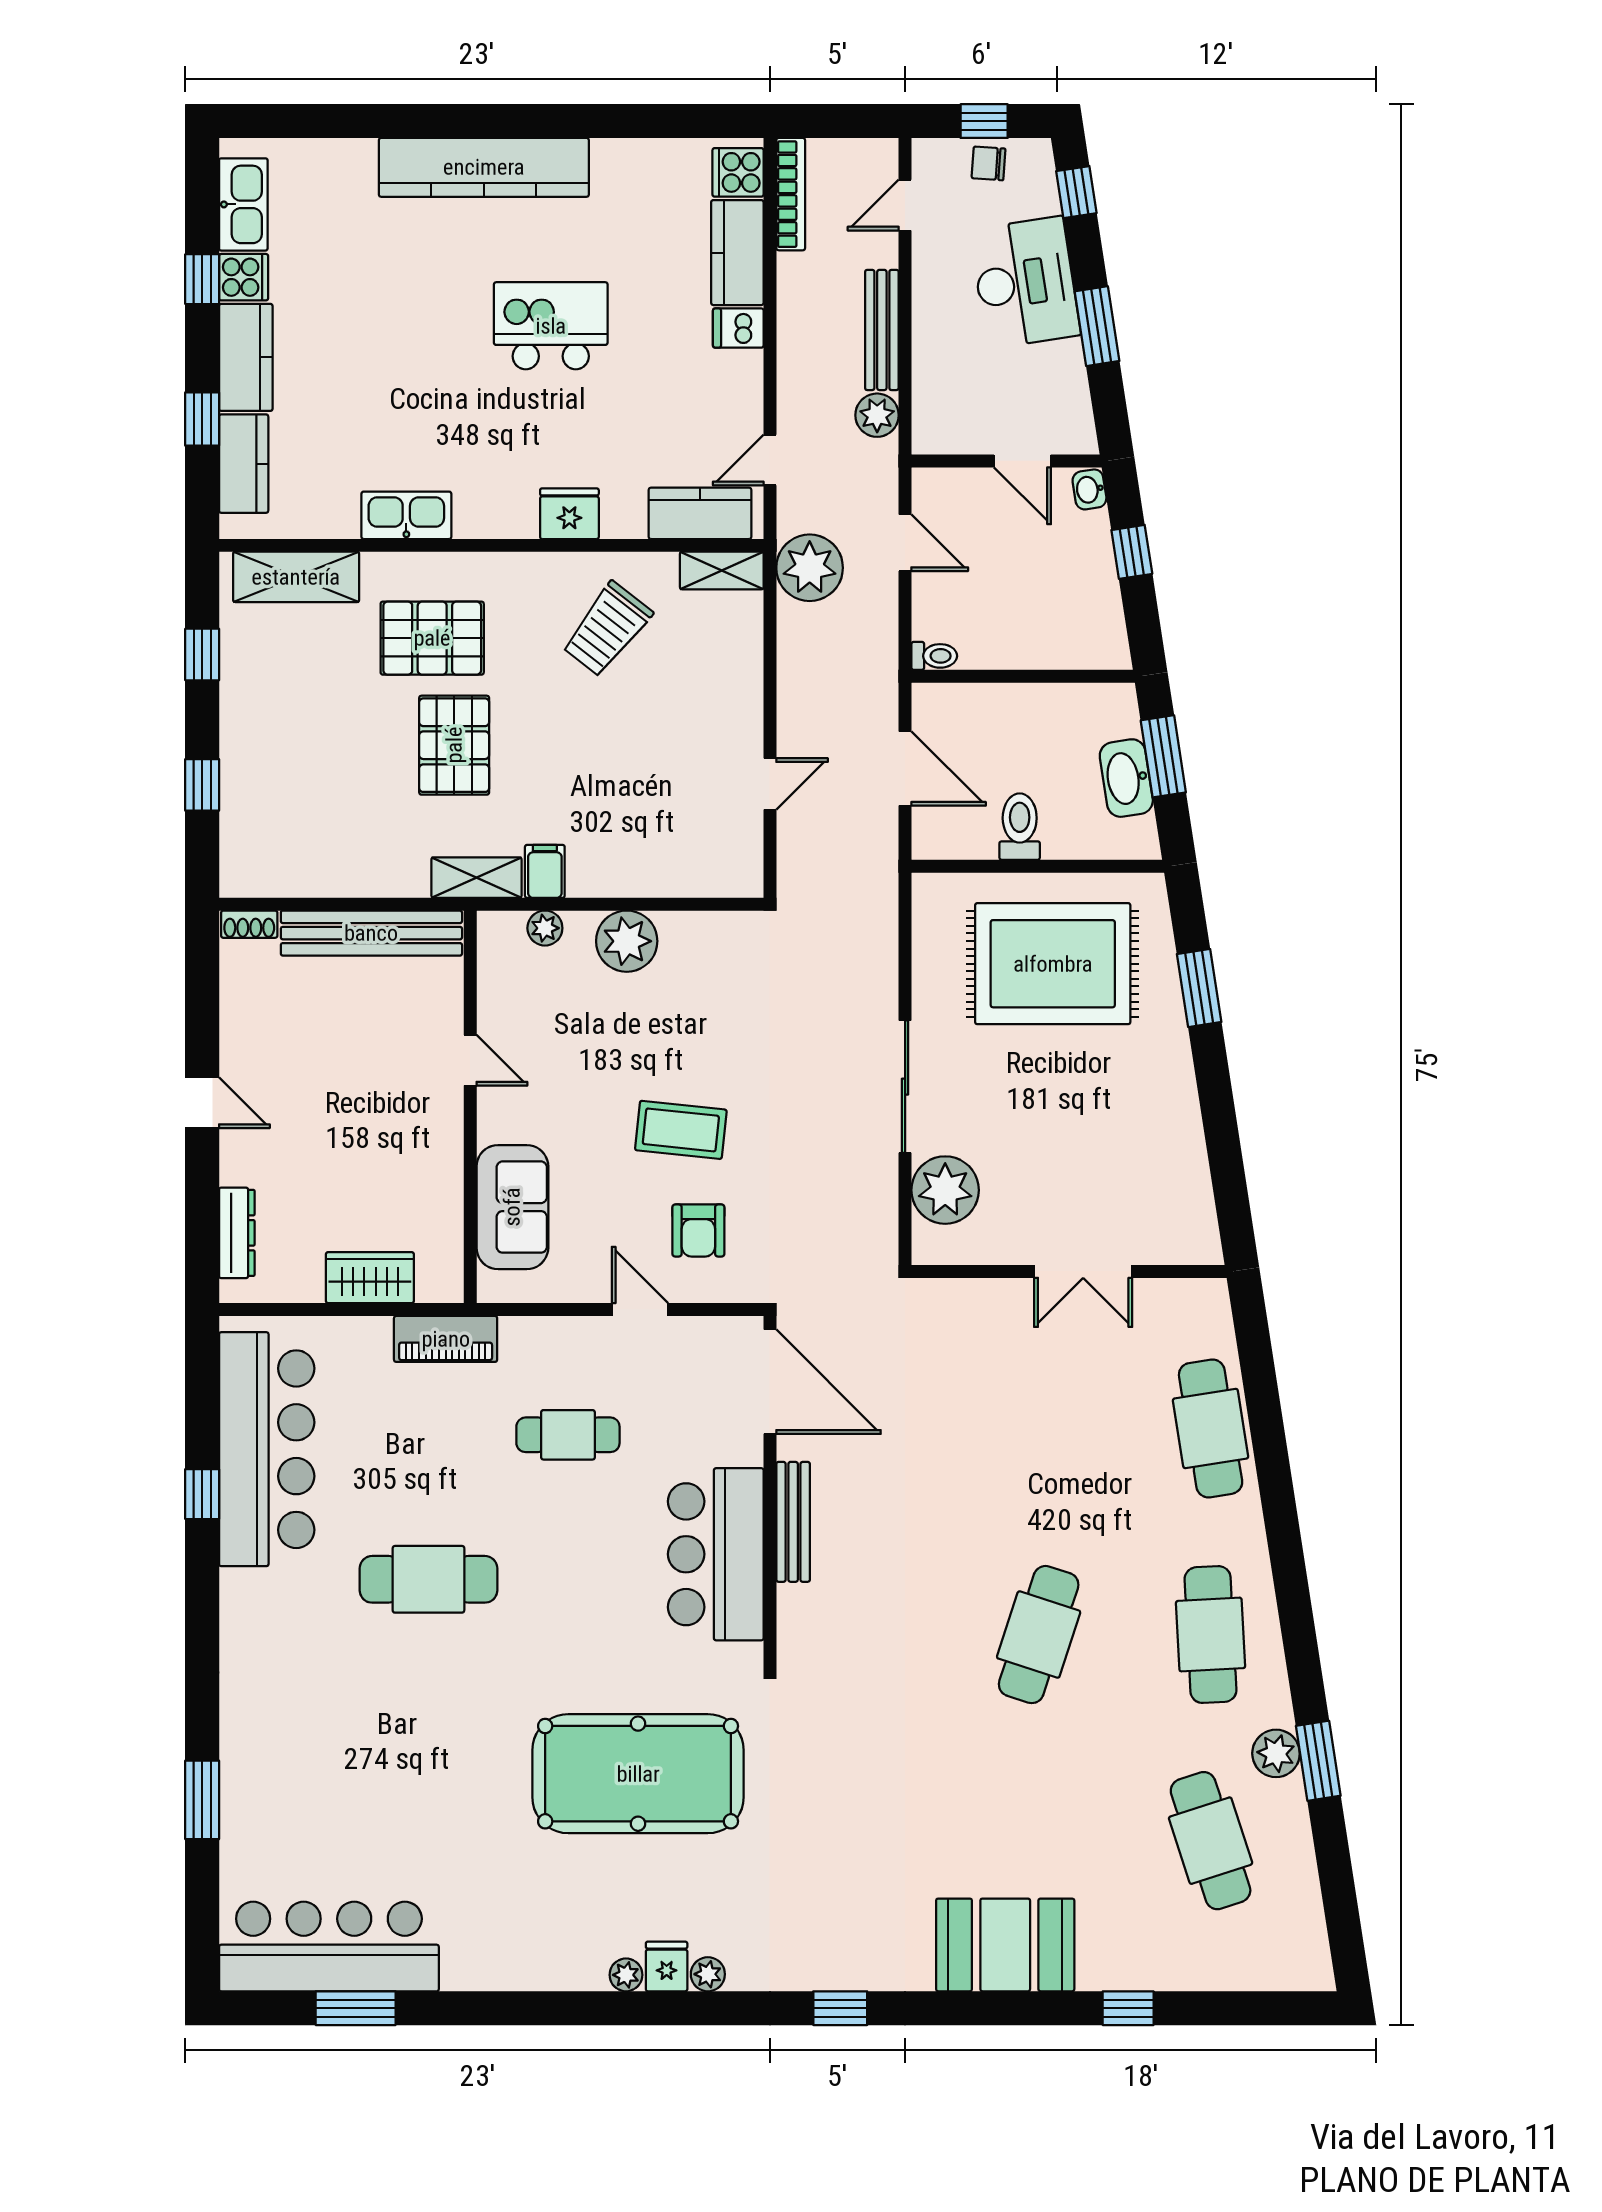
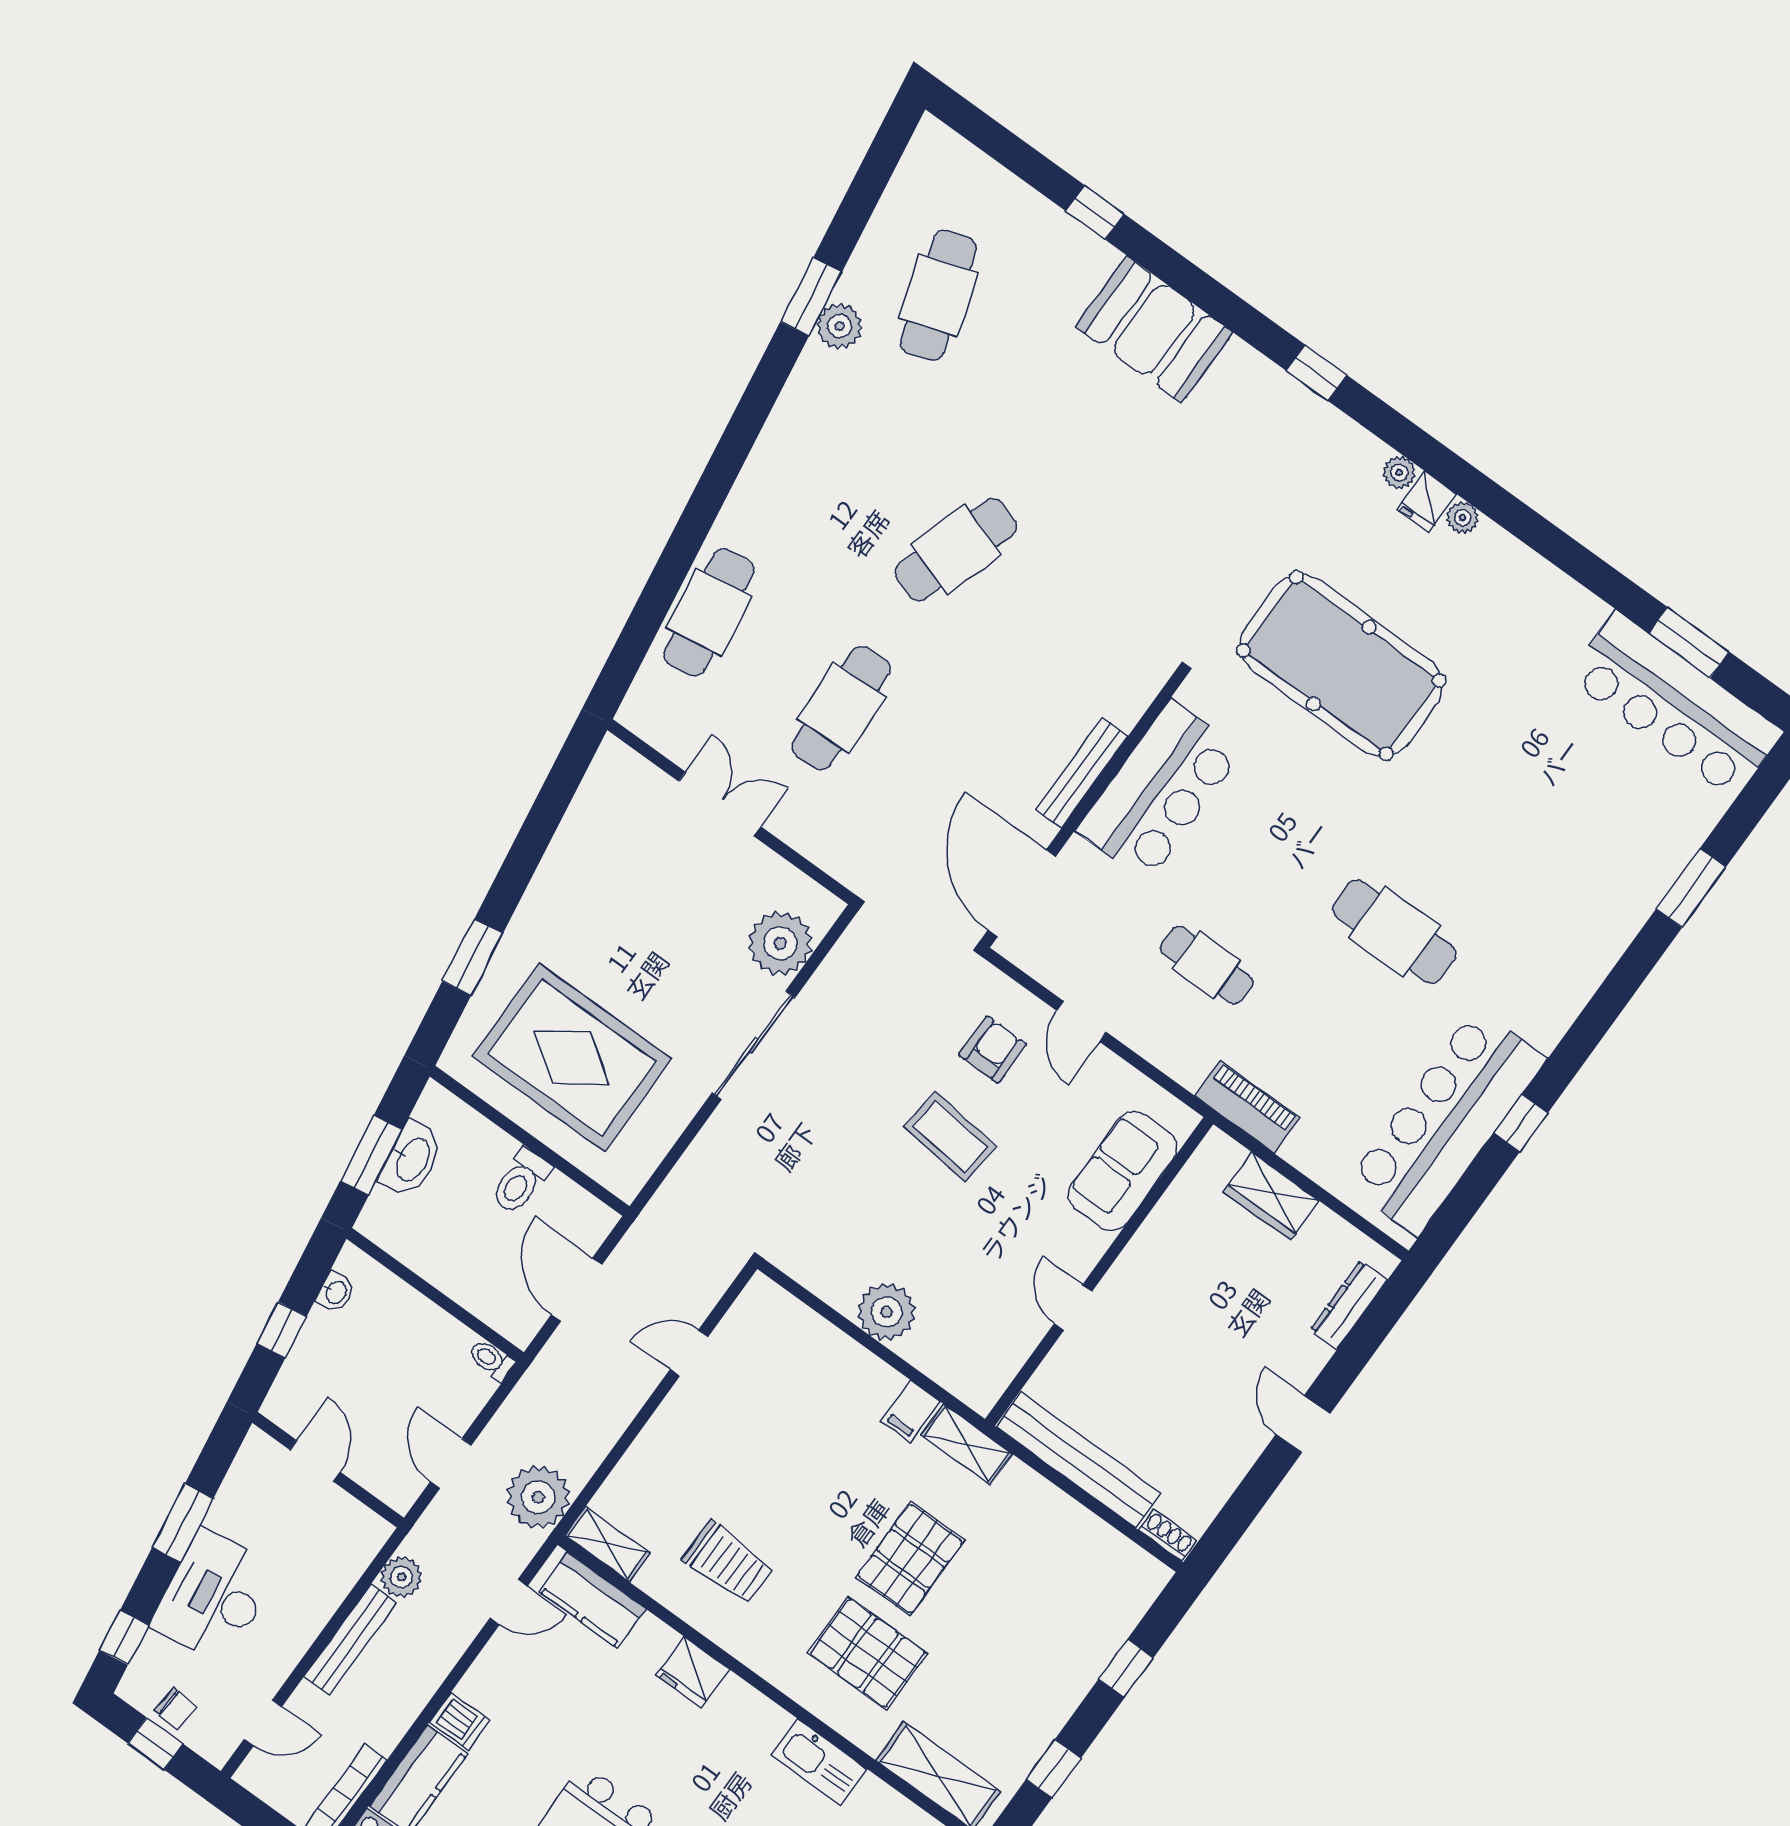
washbasin: (1089, 489) -> (336, 1292), moved
trolley: (607, 629) -> (728, 1563), turned 52
plant: (545, 928) -> (942, 1367), removed
cafe table: (1211, 1635) -> (841, 708), moved

